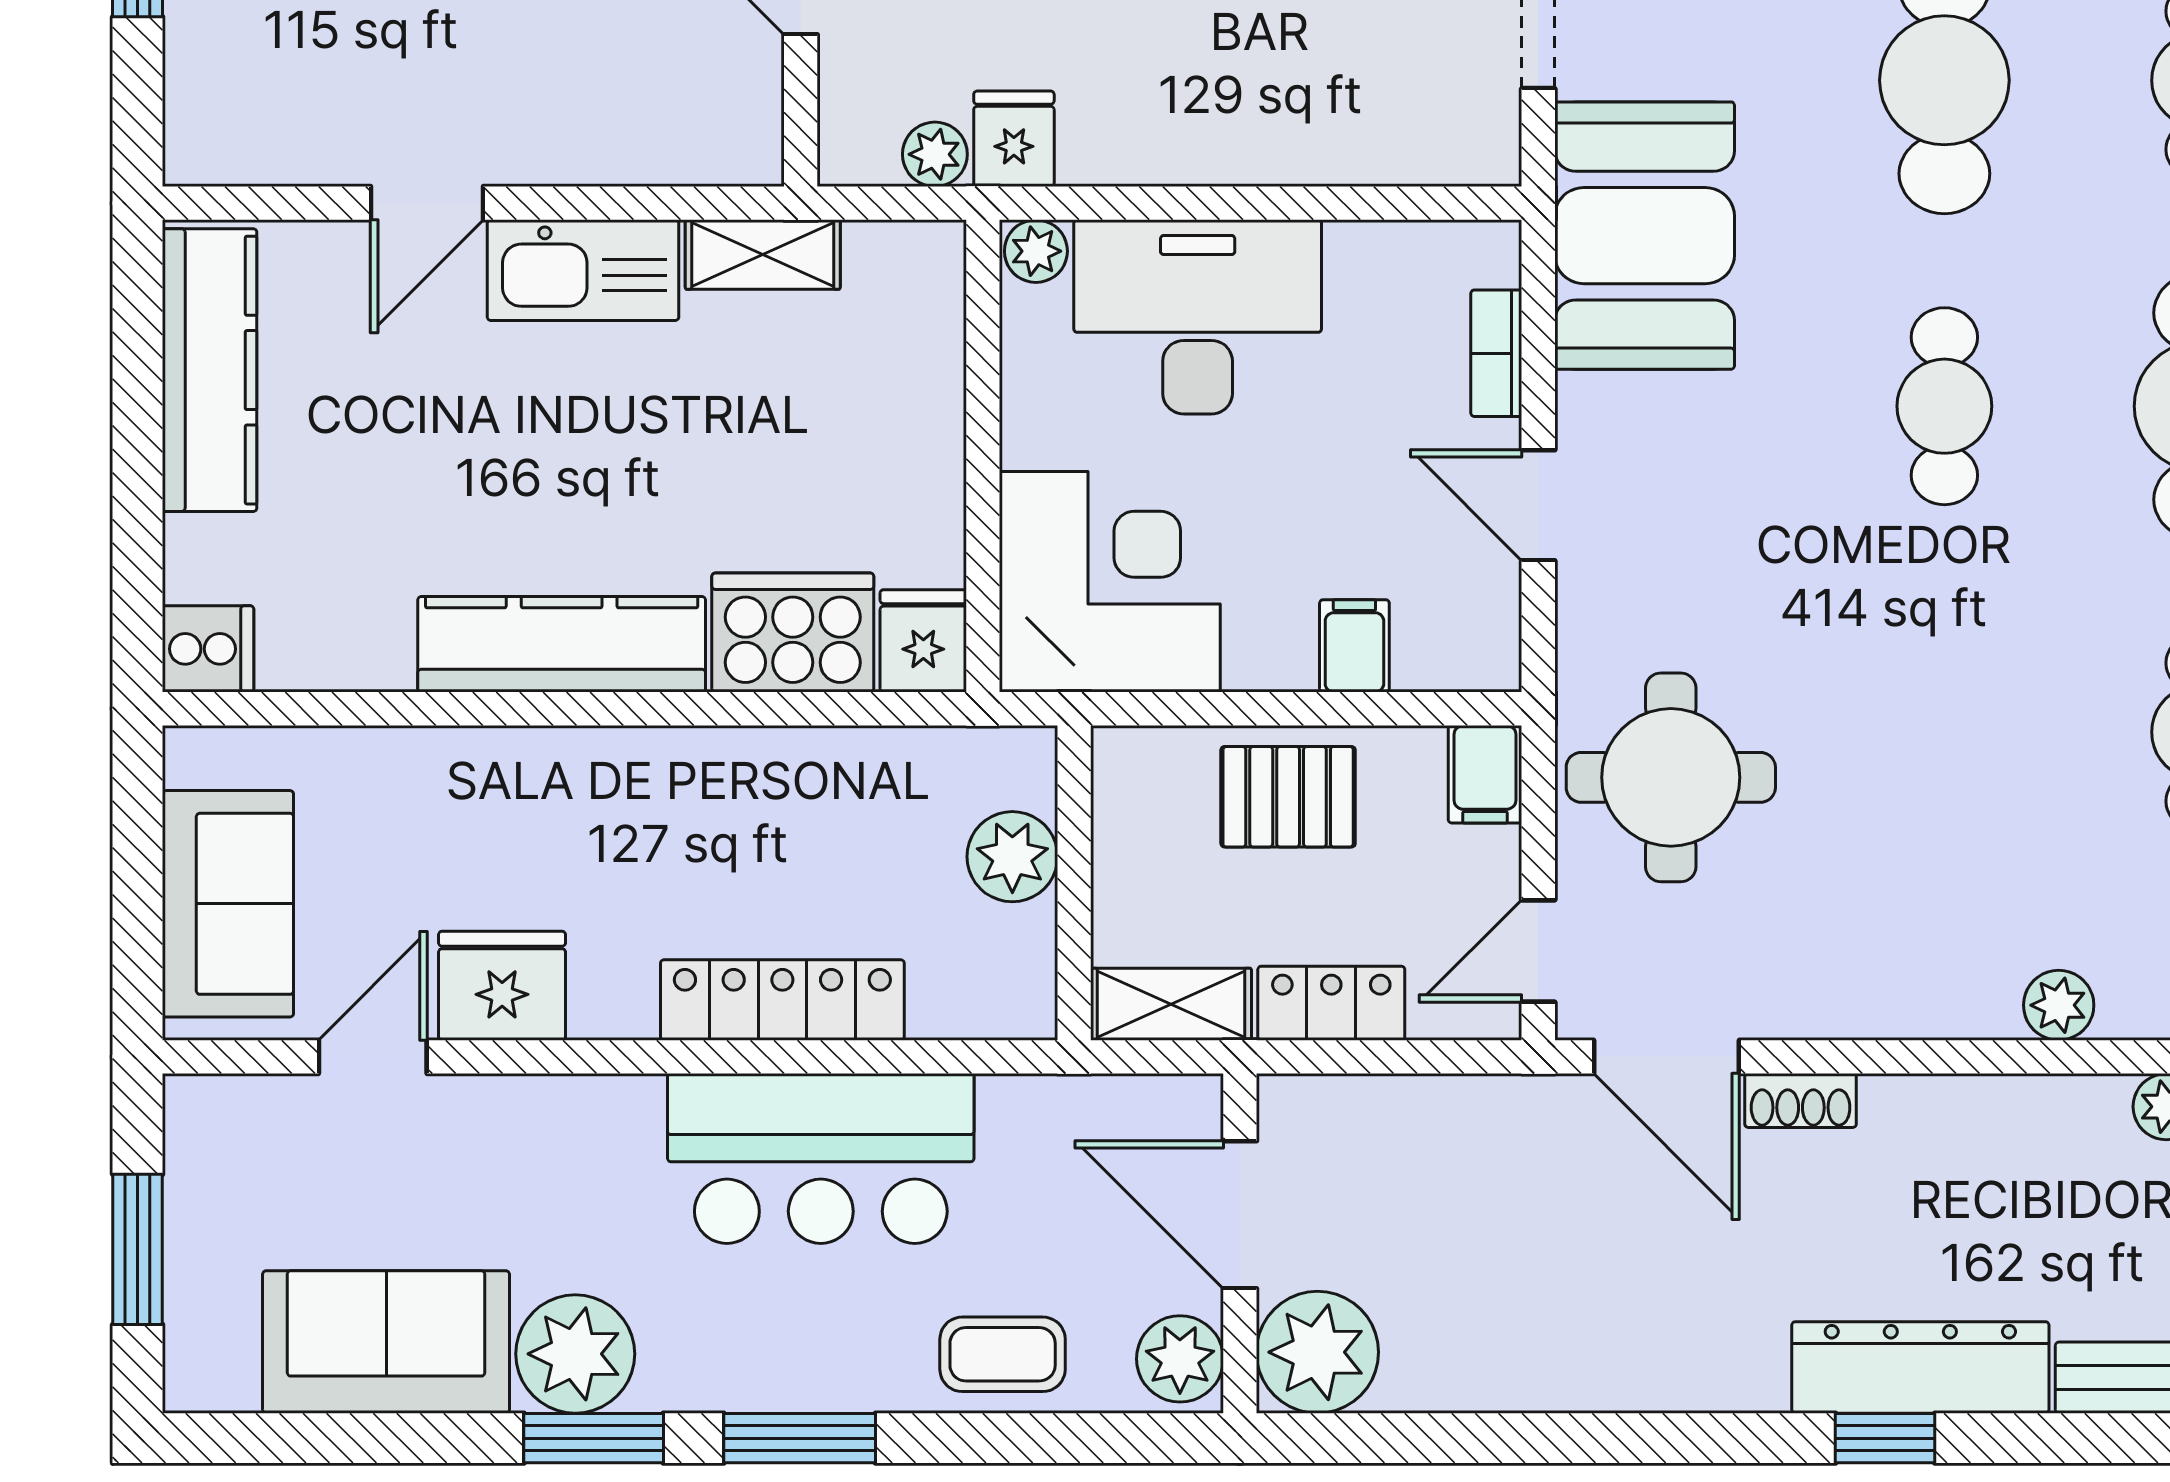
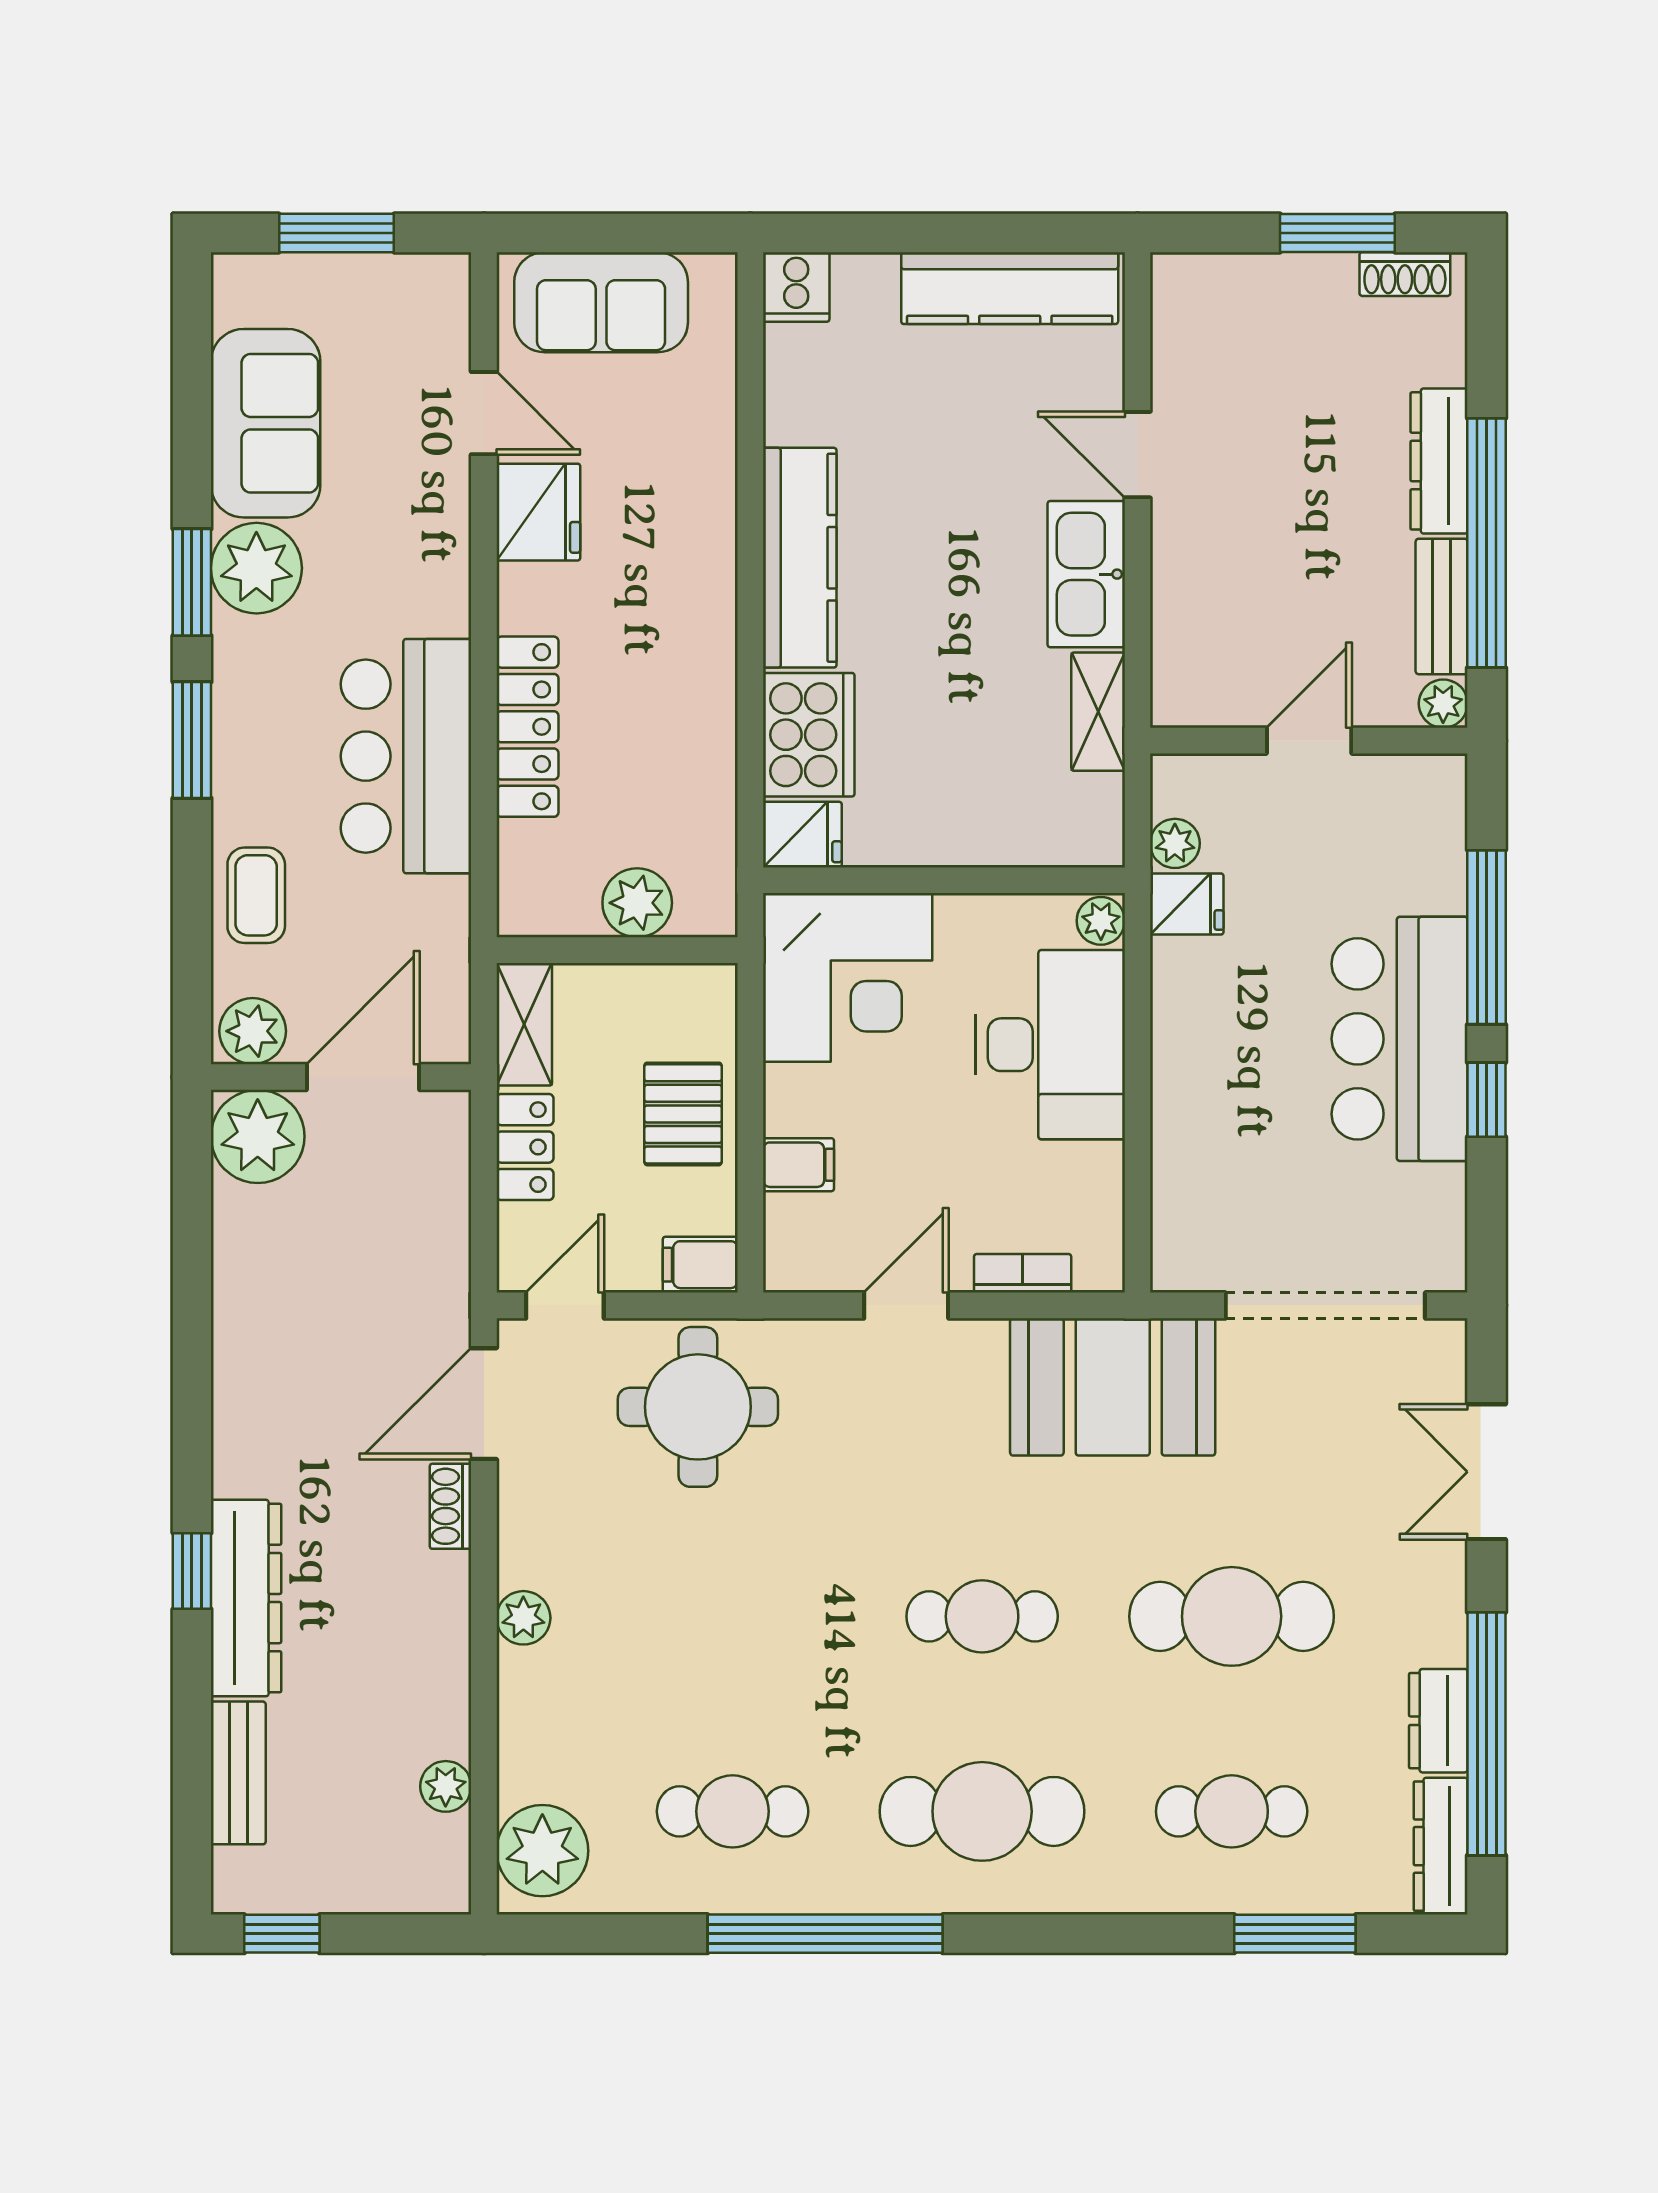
door: (1538, 951) -> (565, 1305), hinge flipped
plant: (2059, 1005) -> (523, 1618), moved

